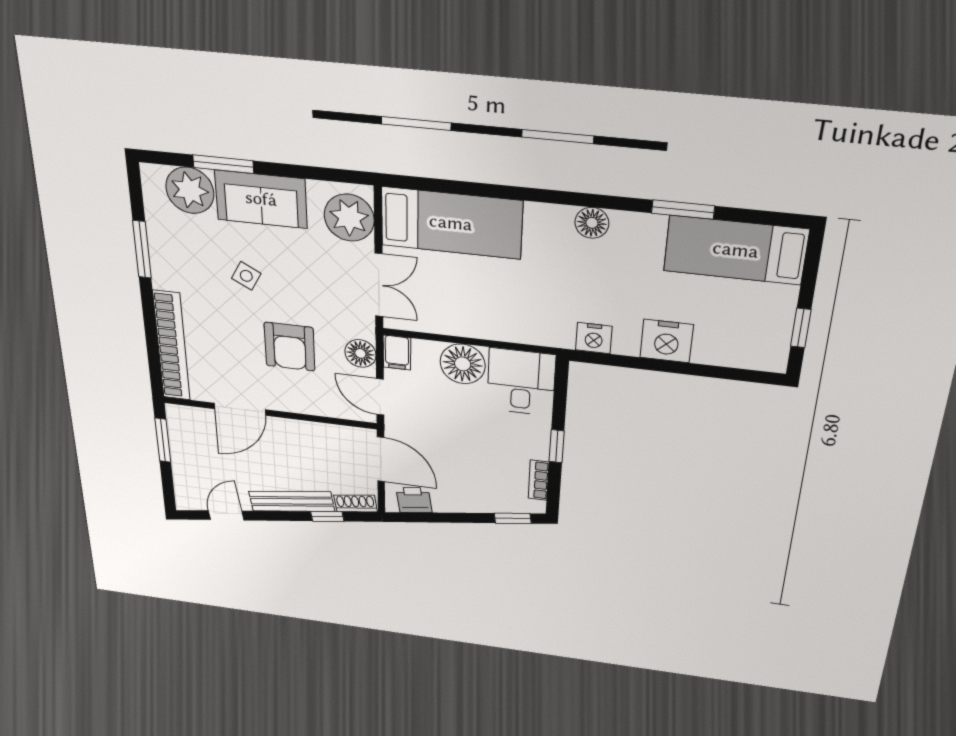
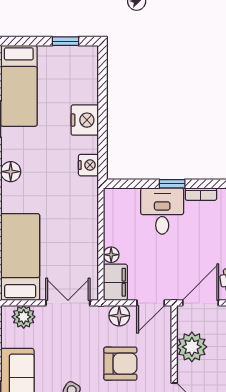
plant: (349, 218) -> (24, 317), width x0.73, depth x0.73
filing cabinet: (397, 353) -> (115, 282), width x2.00
floor lamp: (463, 364) -> (111, 255), width x0.53, depth x0.53
desk: (521, 382) -> (162, 211), moved, turned 90
plant: (318, 441) -> (192, 347), added

